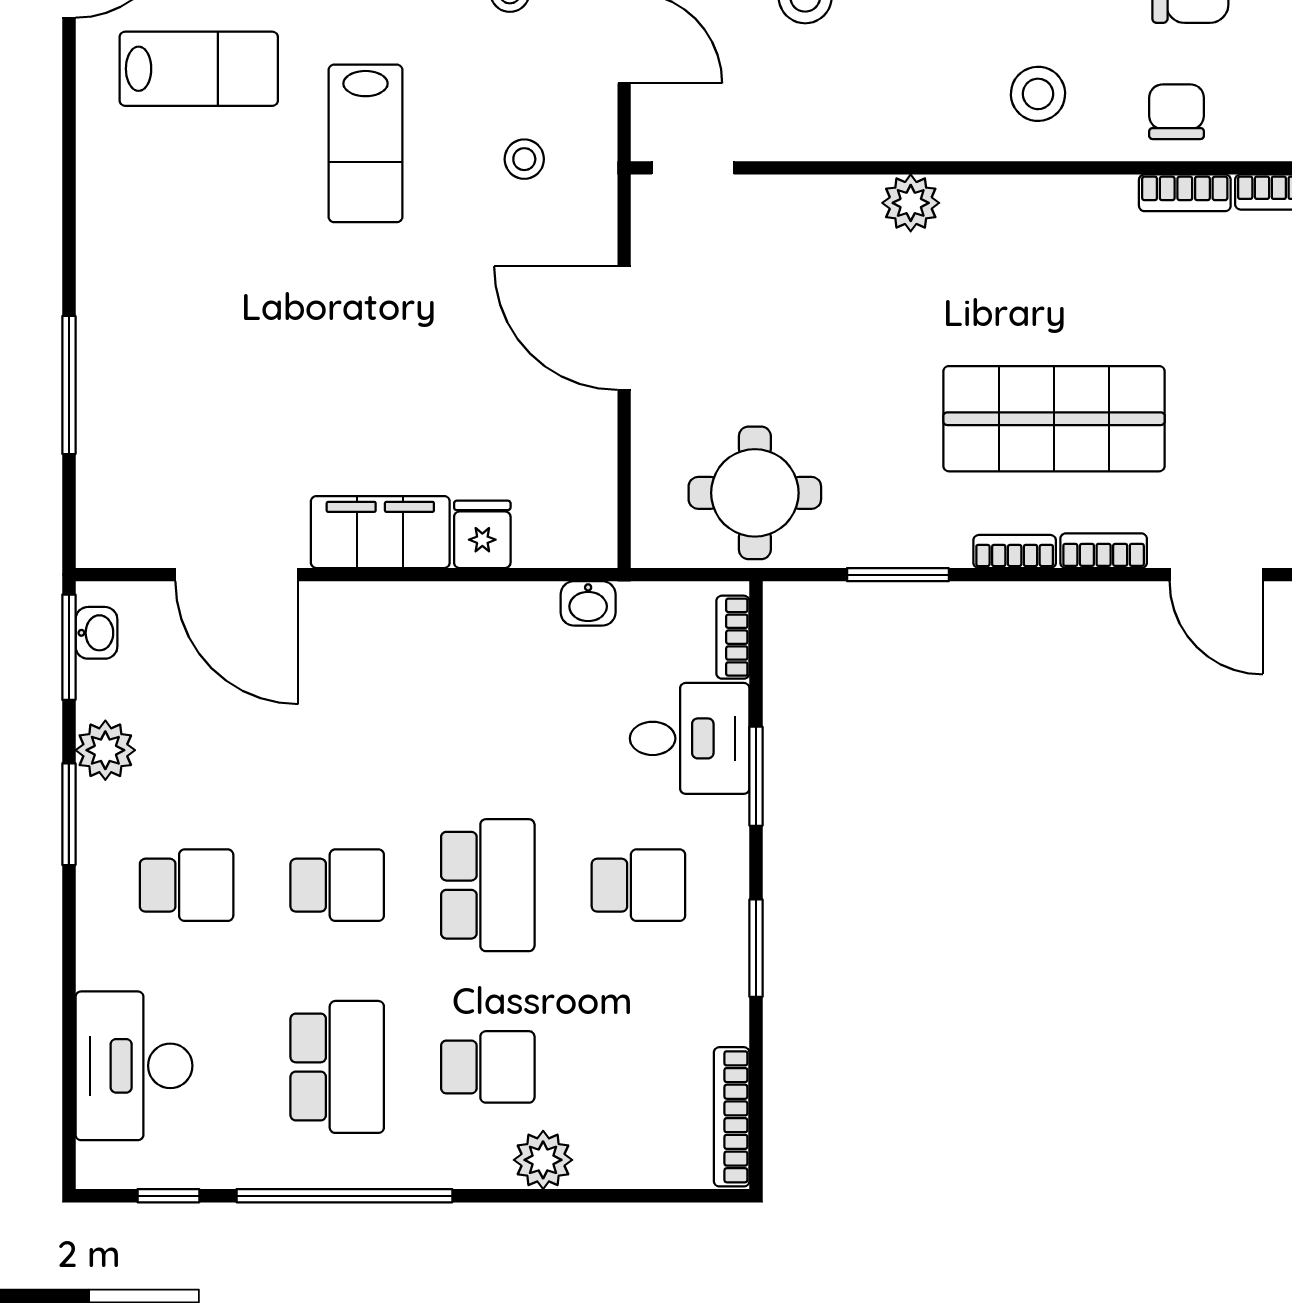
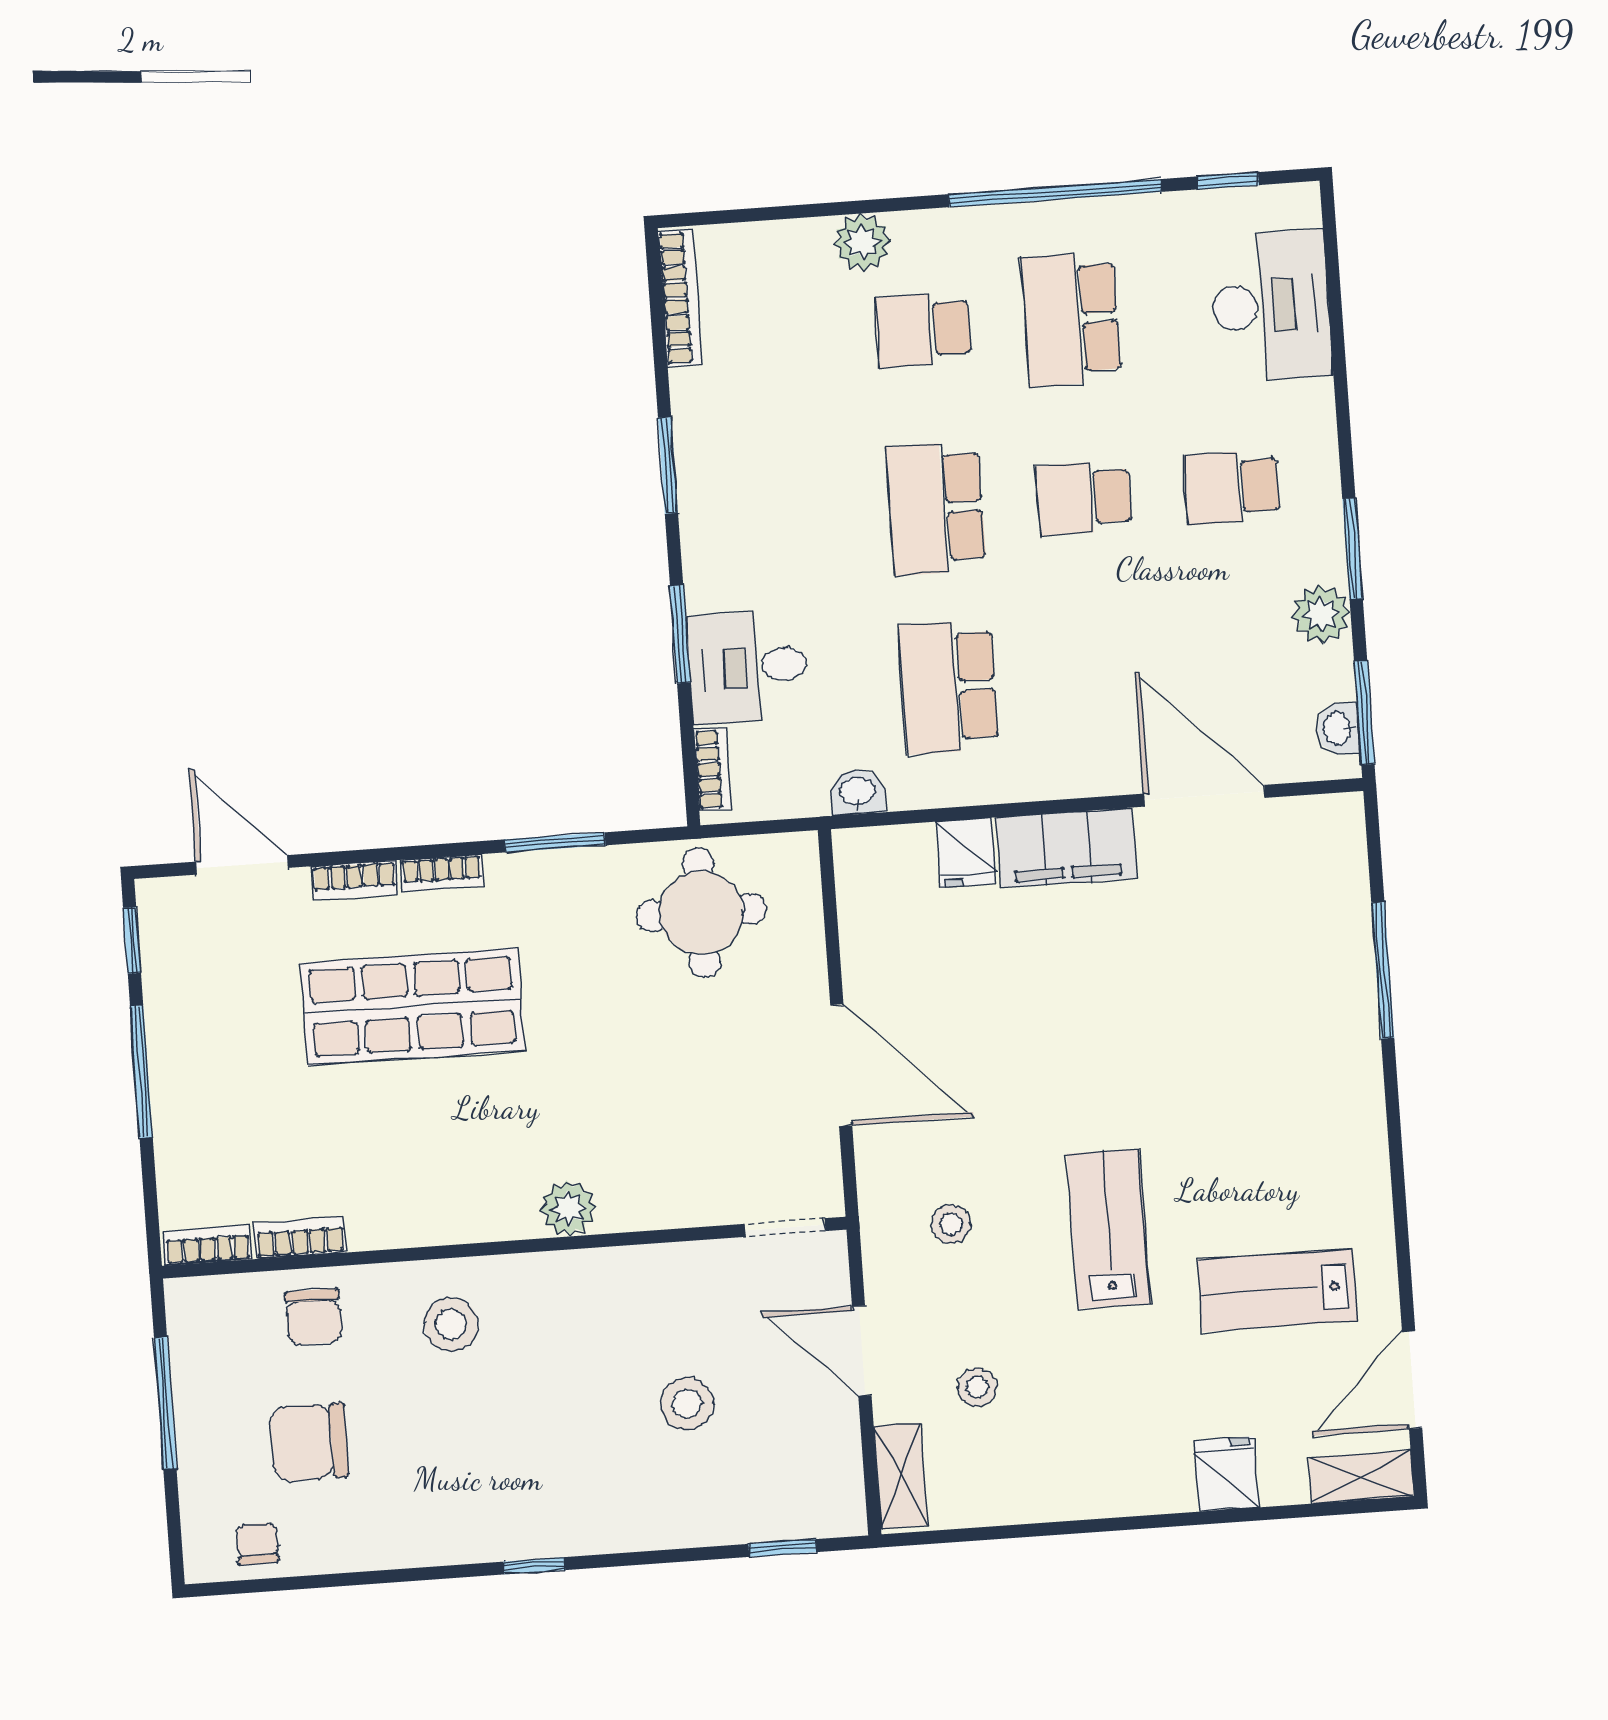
school desk: (638, 885) -> (949, 687), moved, width x1.85

